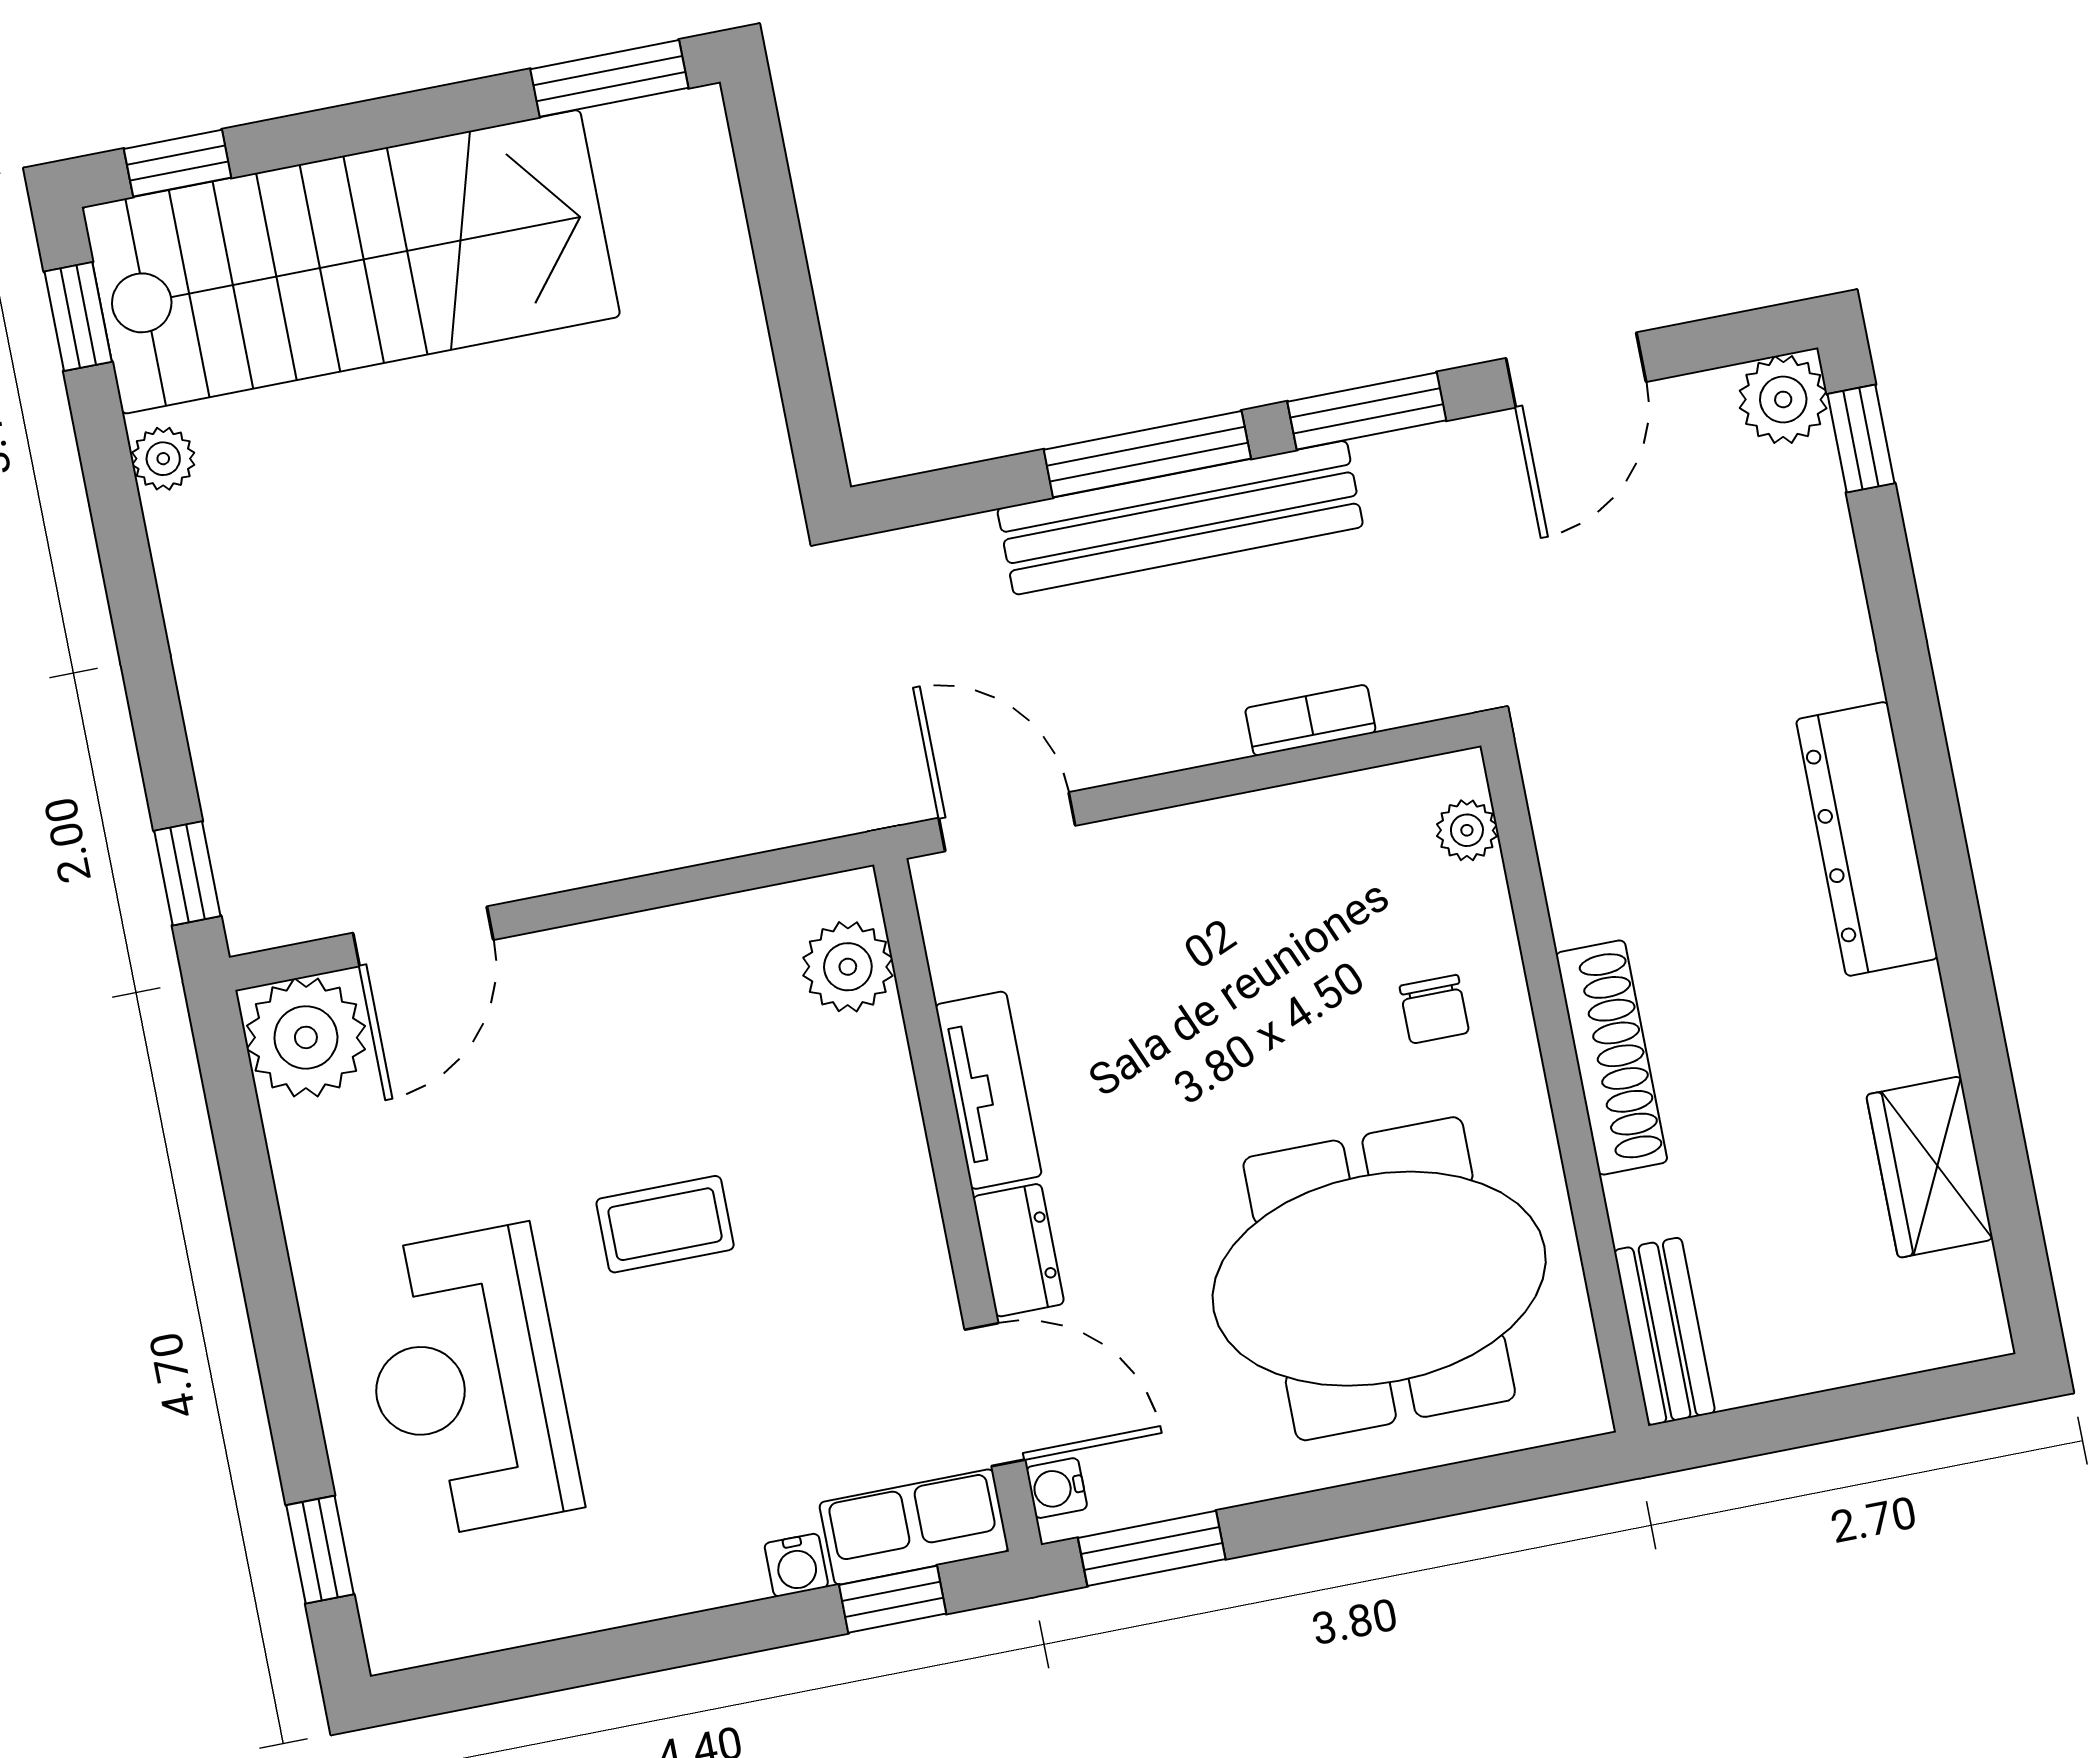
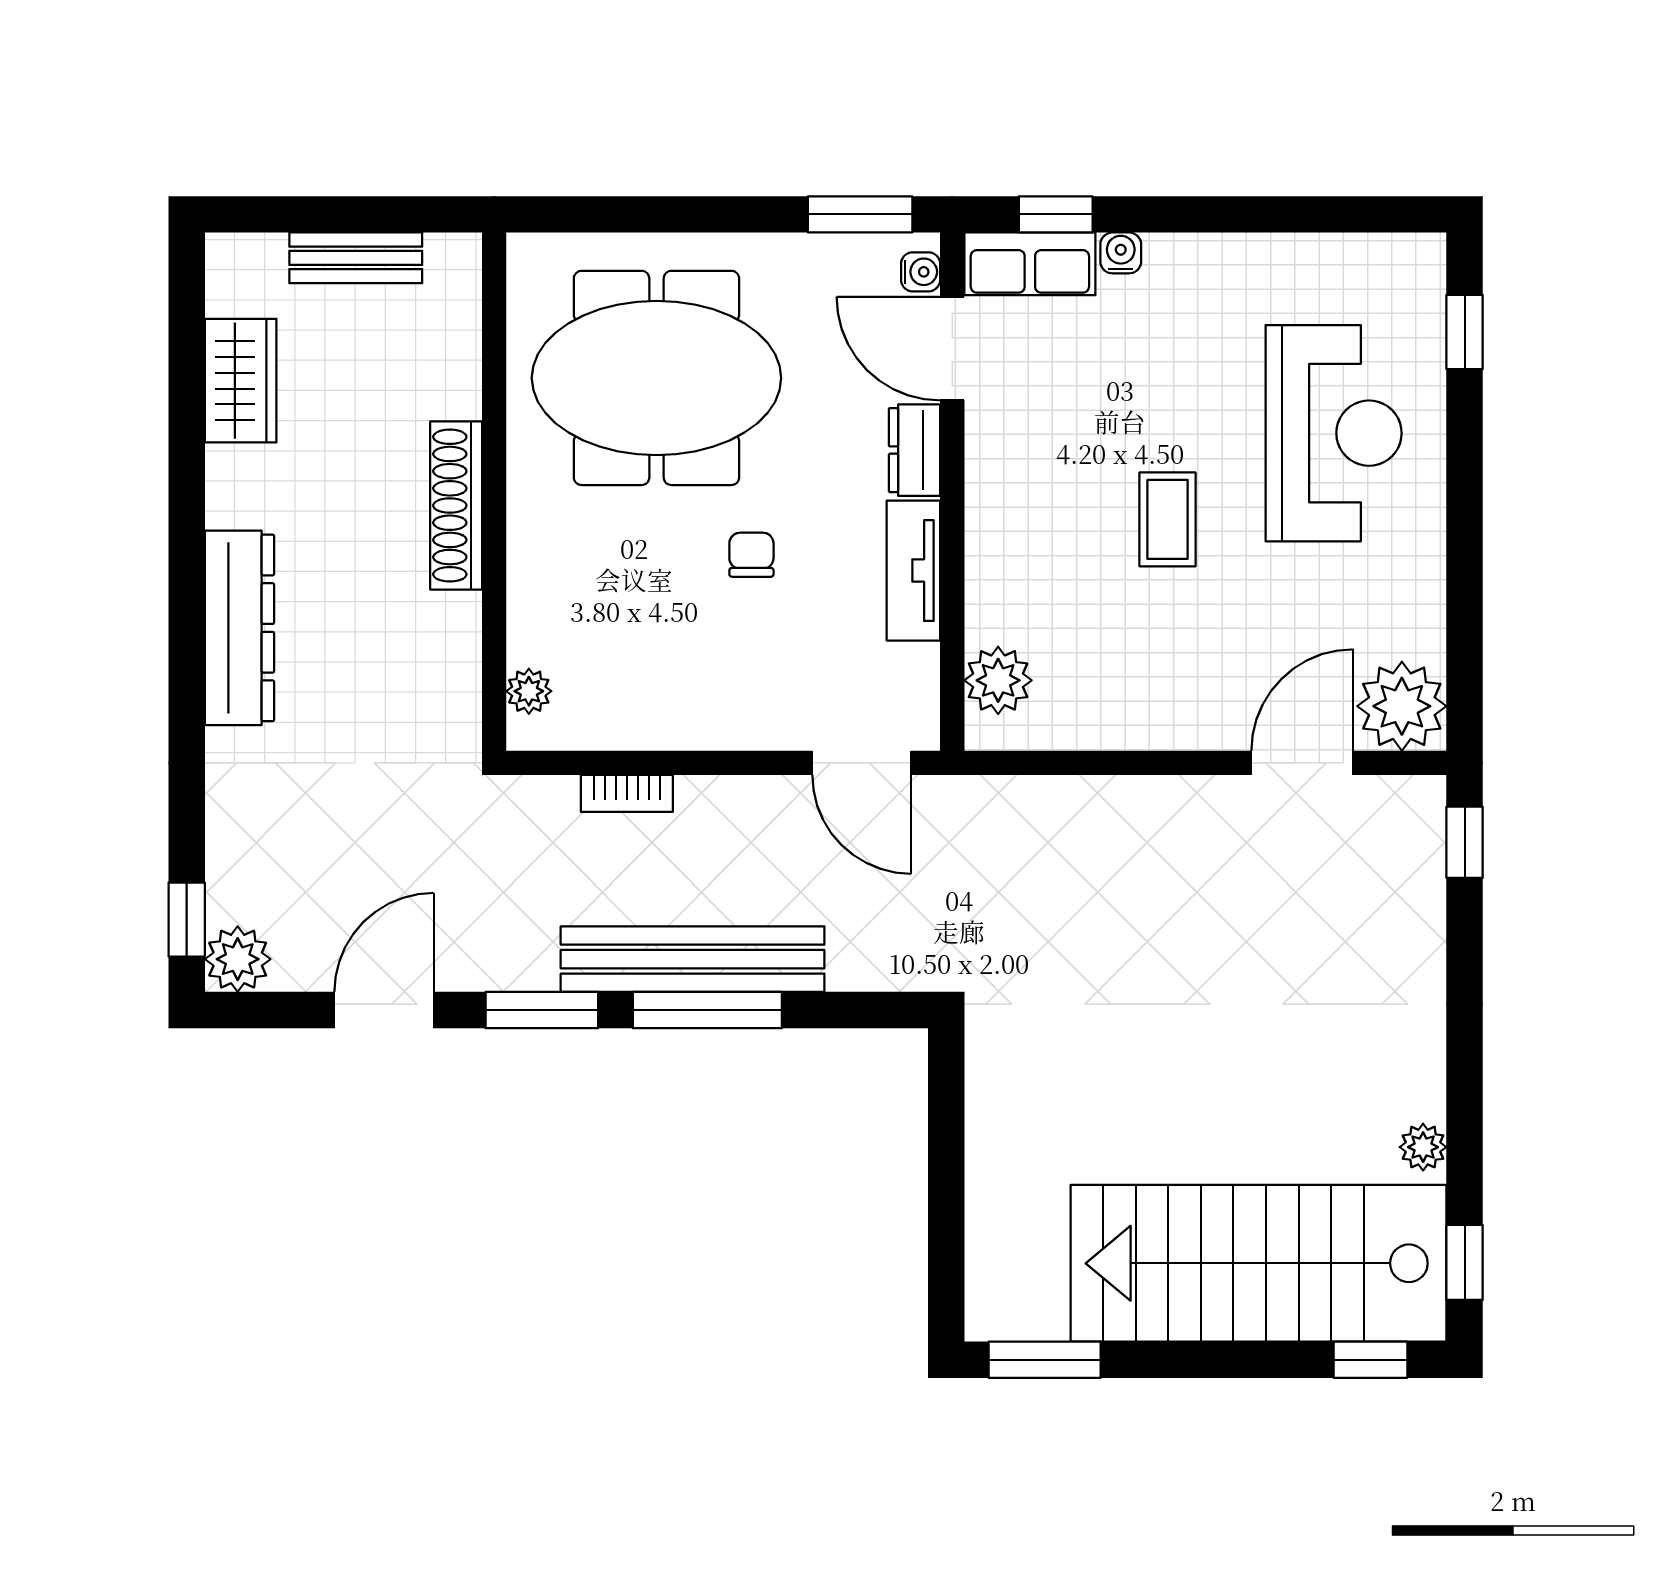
chair: (1434, 1009) -> (751, 555), moved
coffee table: (665, 1224) -> (1168, 519), turned 90
bench: (1665, 1331) -> (356, 258), moved, turned 90

